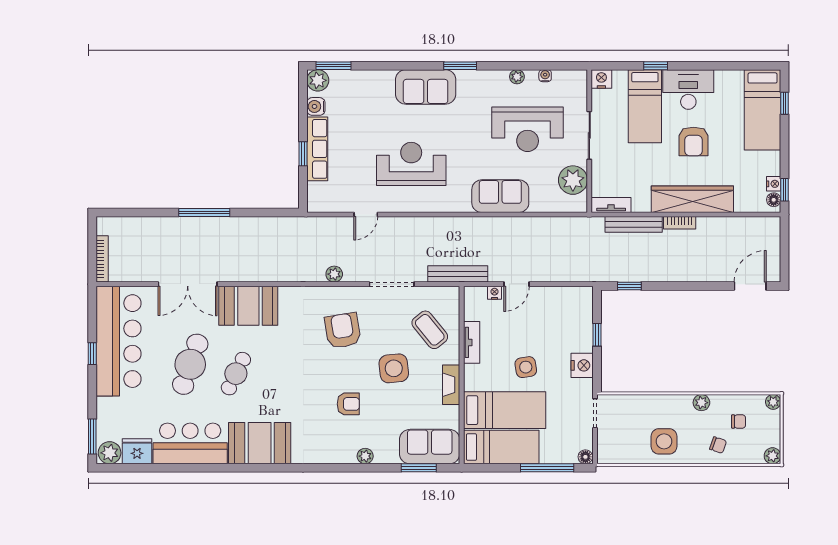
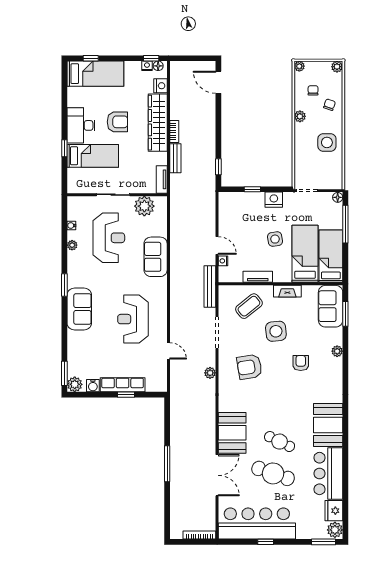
nightstand: (601, 79) -> (161, 86), moved, turned 180
bench: (634, 224) -> (175, 158), width x0.73

